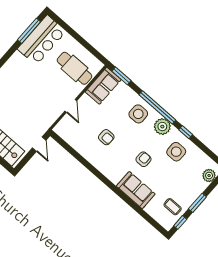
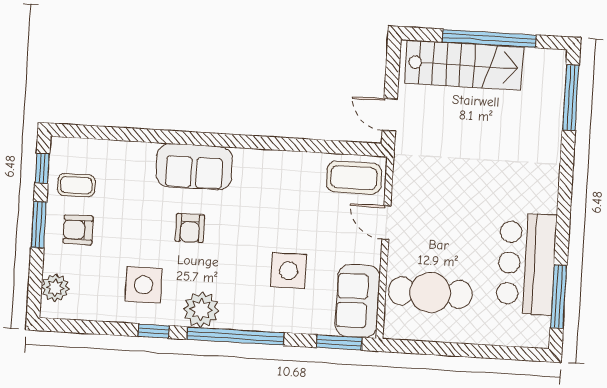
bar counter: (42, 40) -> (526, 264), moved
side table: (138, 114) -> (289, 271), moved
coffee table: (70, 131) -> (354, 178), added
armchair: (106, 137) -> (78, 230), moved
sofa: (136, 190) -> (194, 167), moved

